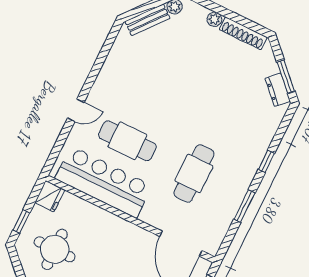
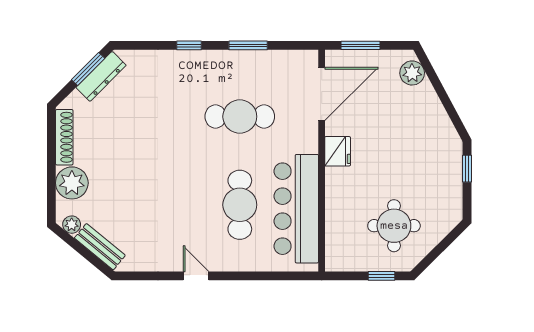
plant: (214, 19) -> (72, 183), width x1.87, depth x1.87
dresser: (278, 90) -> (101, 76), width x1.44
door: (76, 110) -> (196, 276), moved
fridge: (50, 196) -> (338, 151), moved, turned 90

